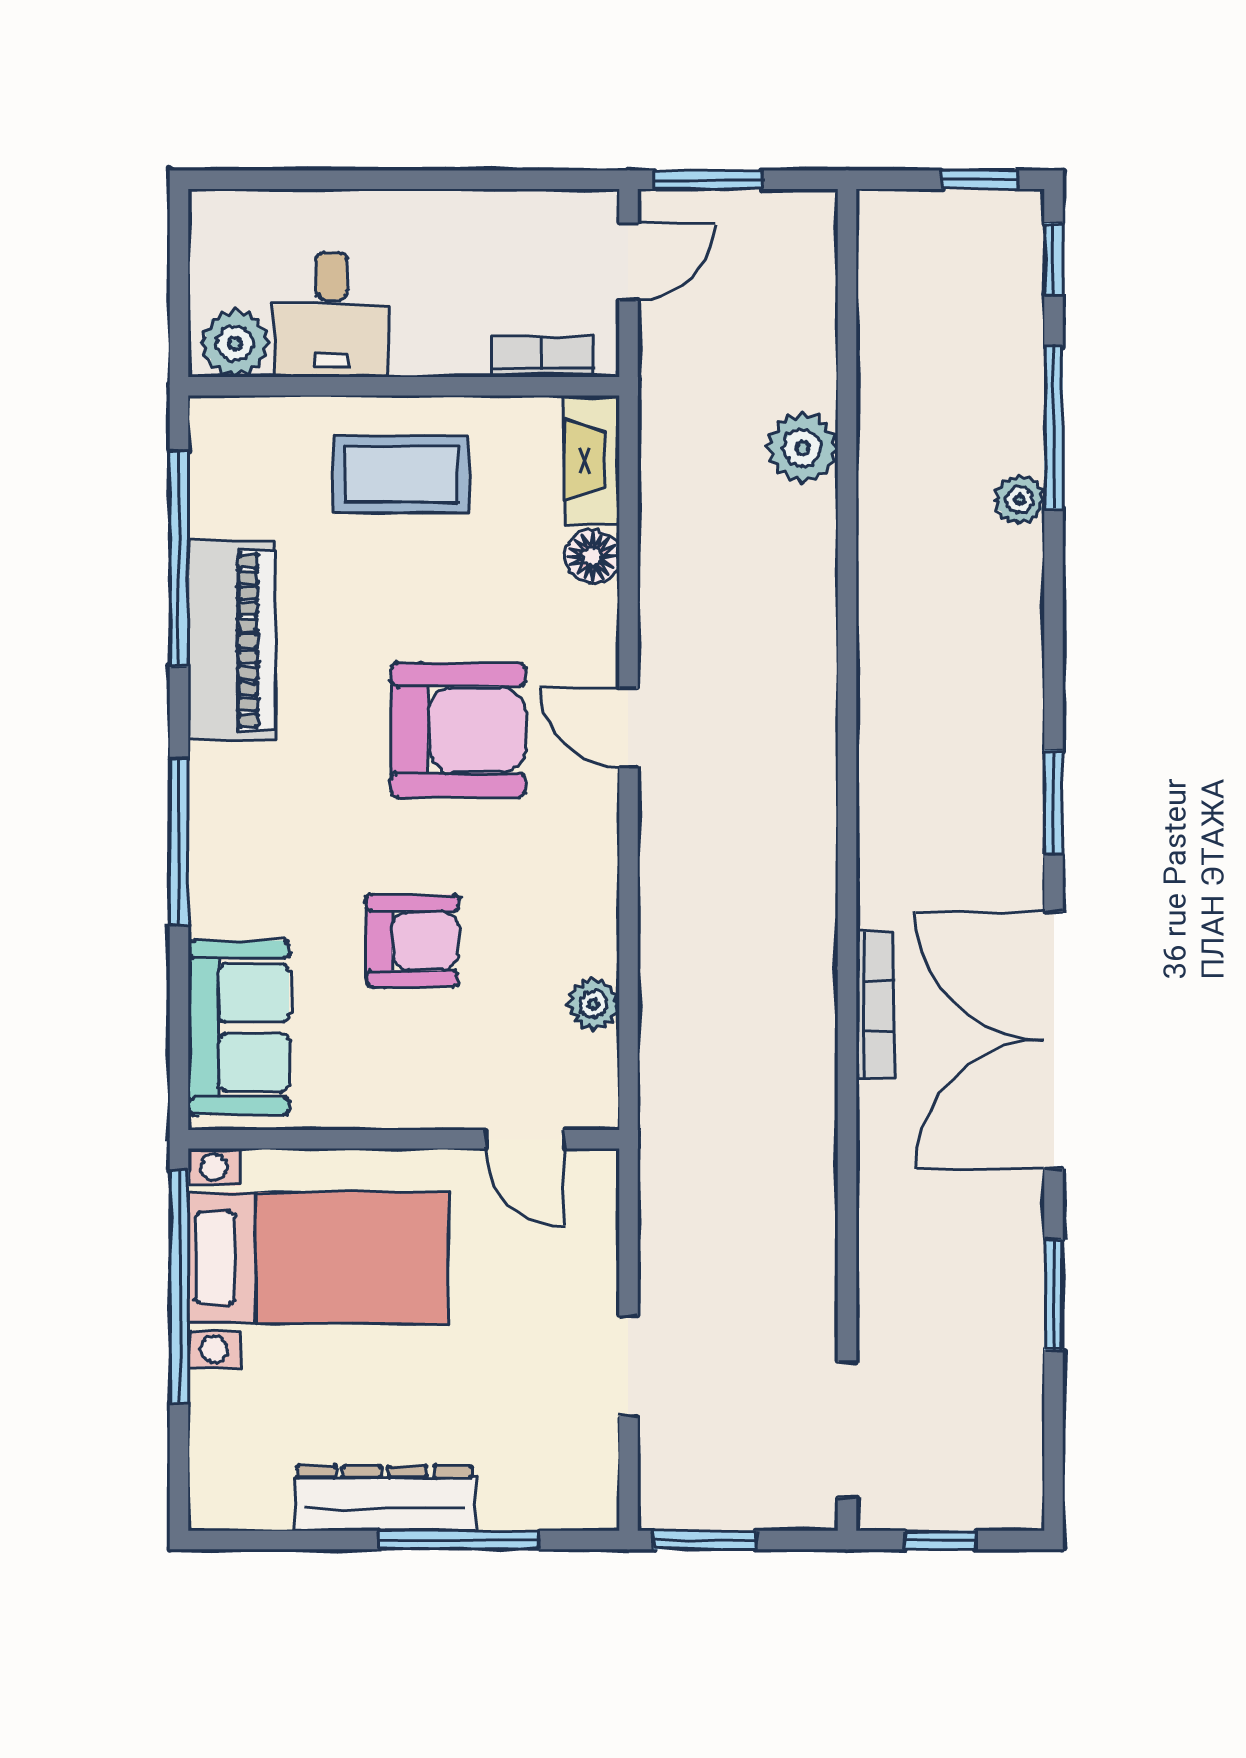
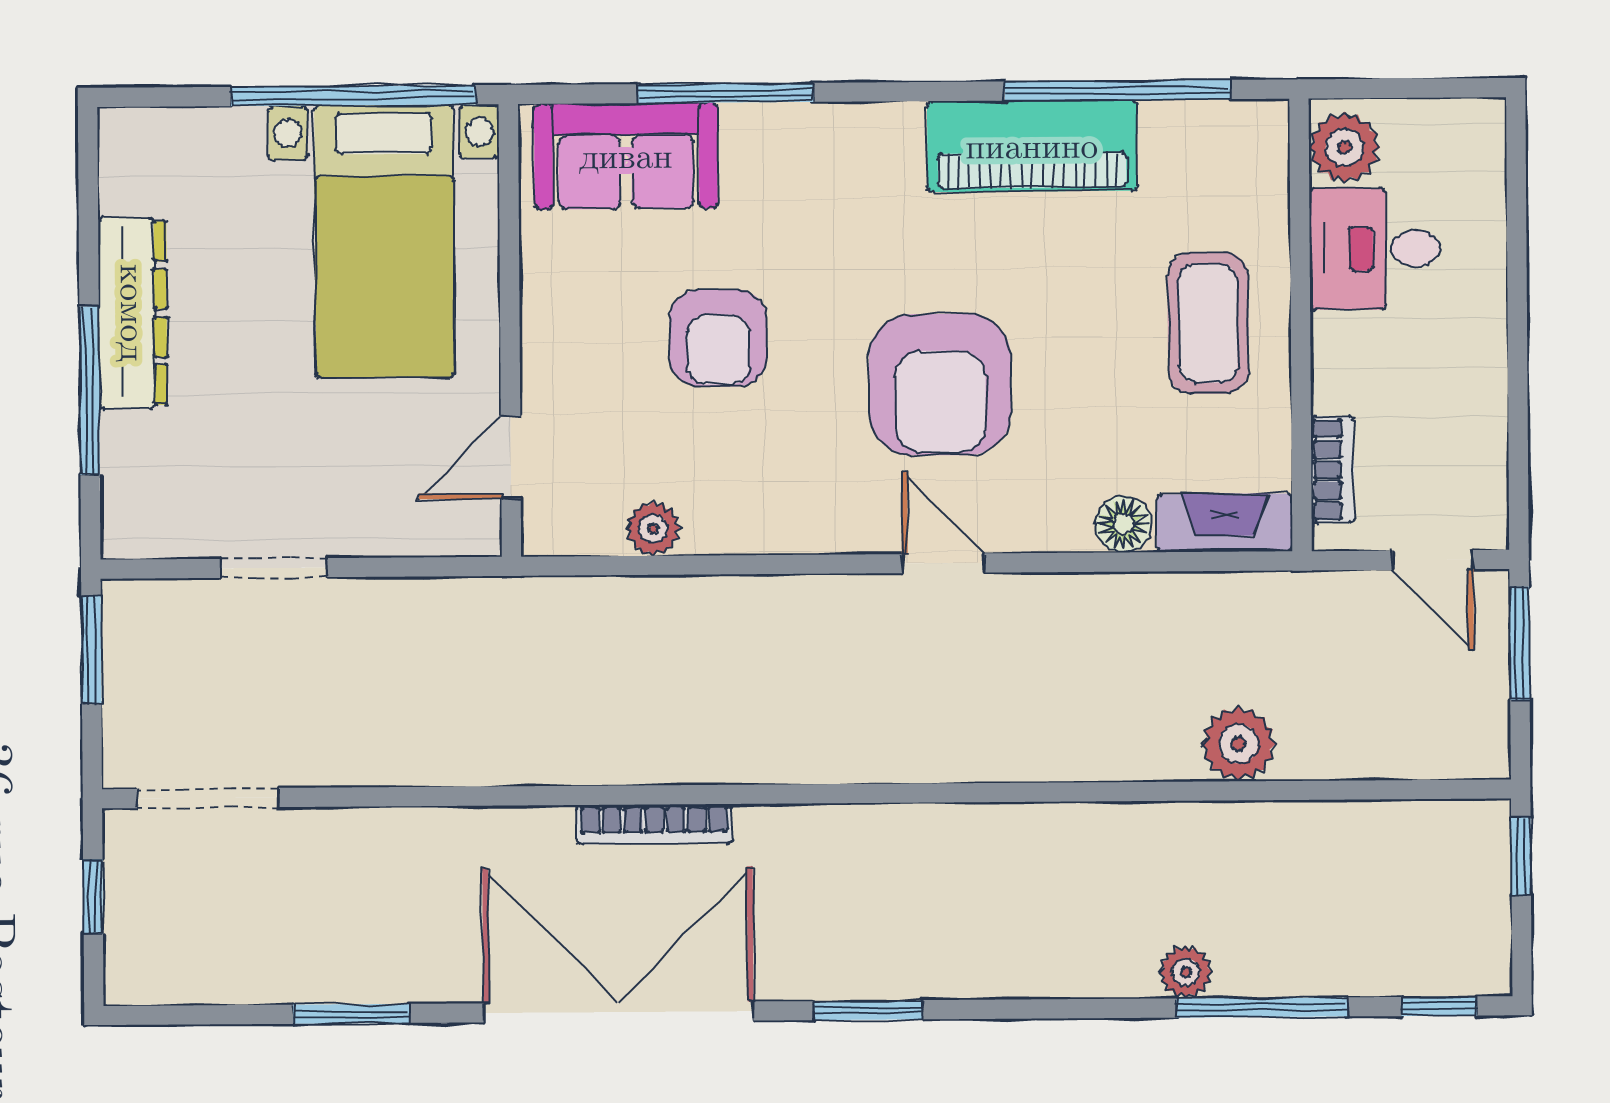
window: (979, 180) -> (1521, 856), moved
door: (628, 728) -> (943, 563), hinge flipped
window: (179, 842) -> (726, 93), moved

